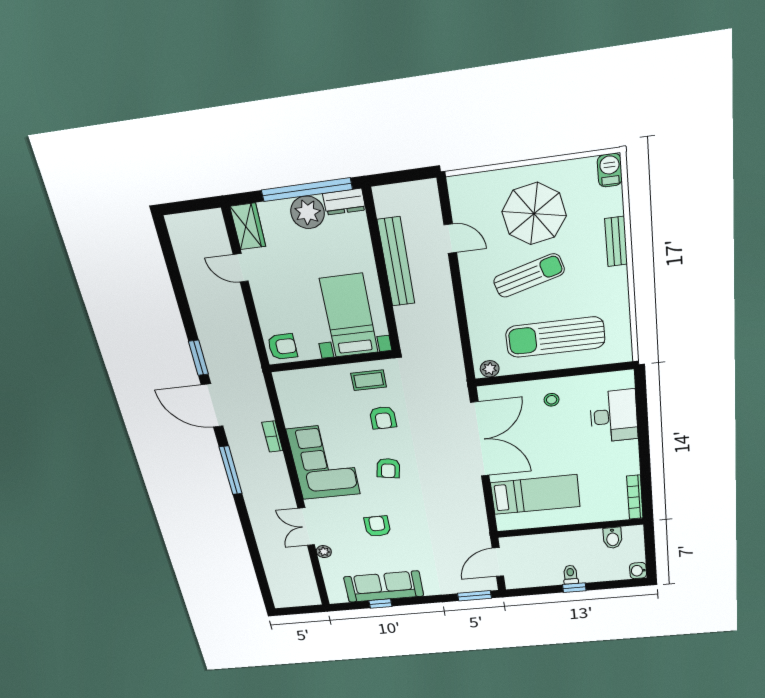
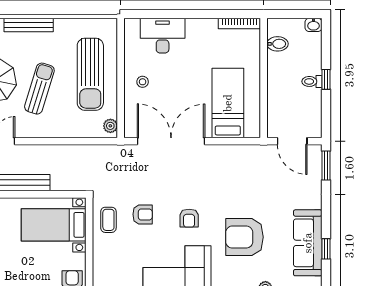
bench: (616, 242) -> (29, 25), width x1.36
sun lounger: (529, 276) -> (39, 89), turned 33
armchair: (388, 468) -> (189, 218), turned 79
armchair: (377, 526) -> (244, 237), width x1.88, depth x1.88

